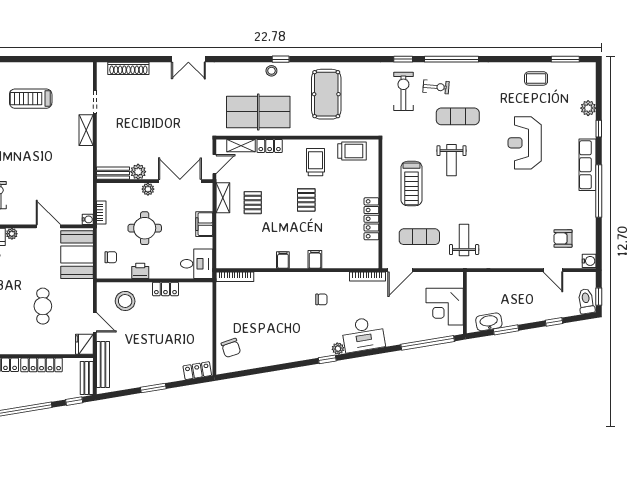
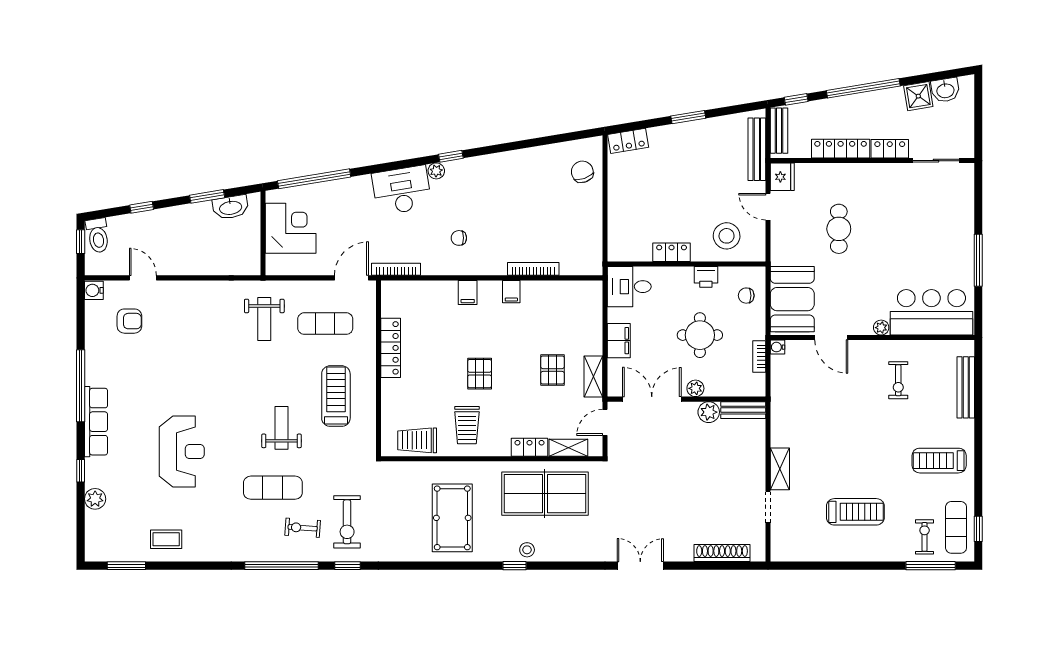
double door: (180, 181) -> (652, 399), swing flipped
bookcase: (235, 277) -> (533, 269), moved

